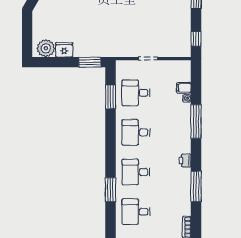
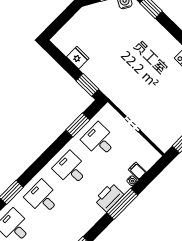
plant: (46, 48) -> (65, 43), removed
printer: (185, 160) -> (109, 197), moved, width x1.87, depth x1.48

